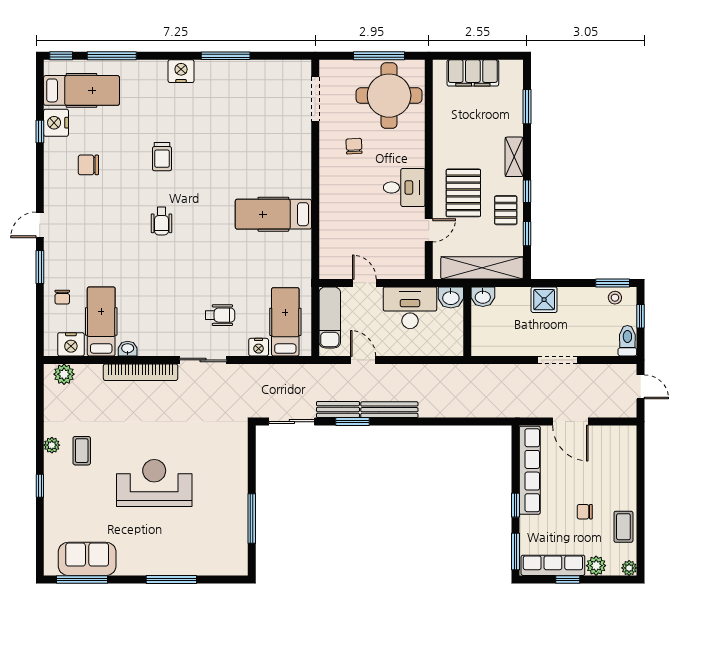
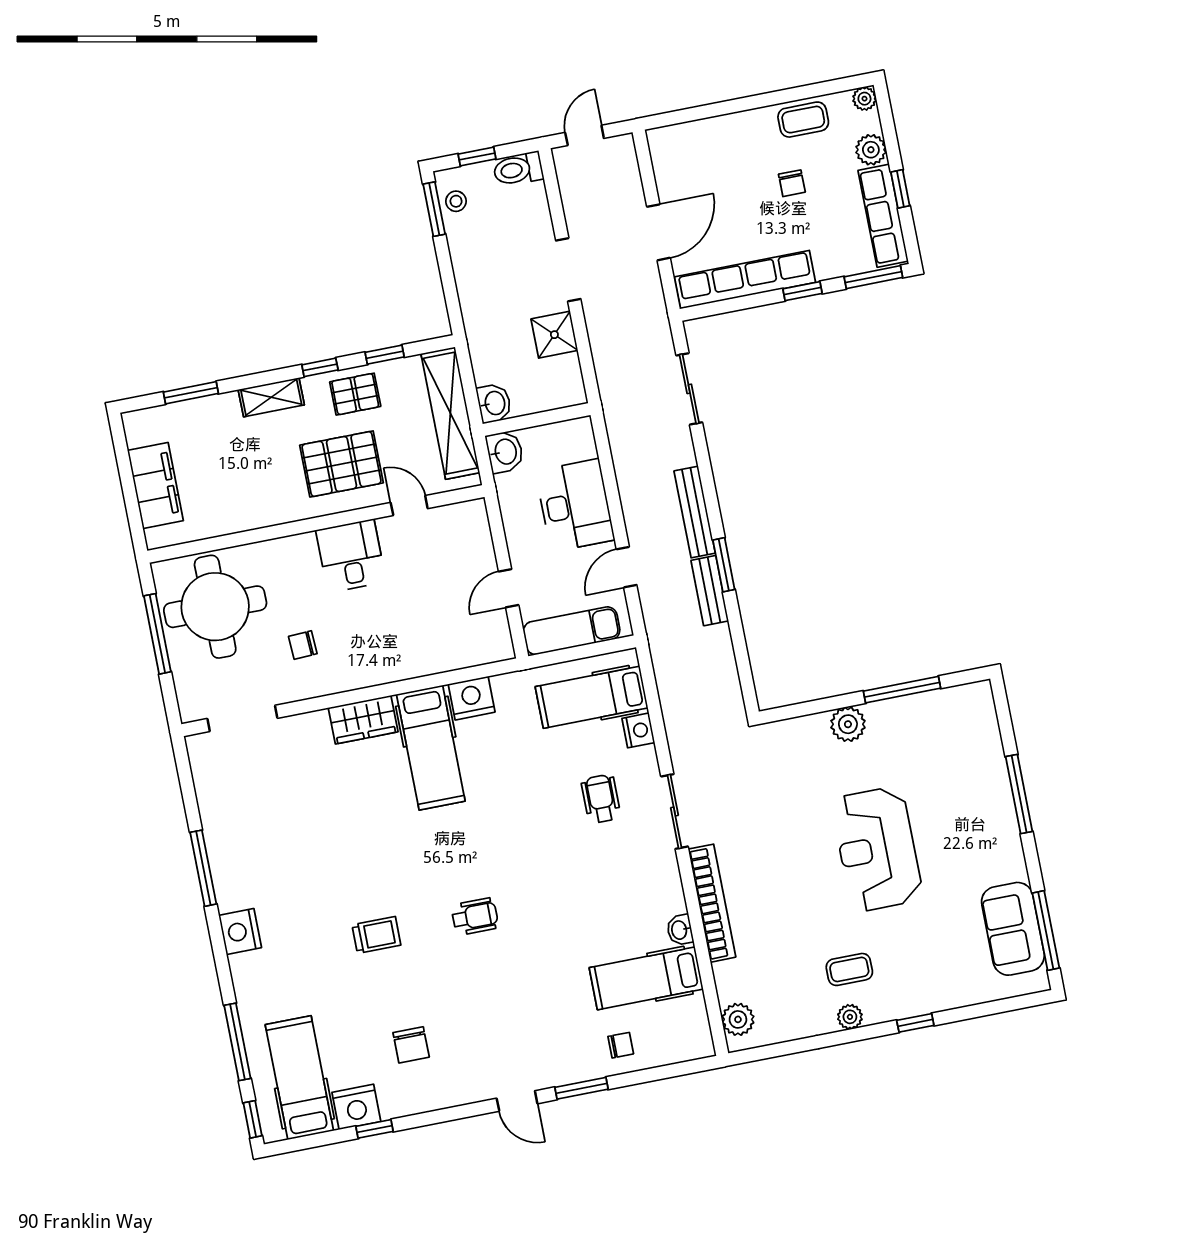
wardrobe: (299, 175) -> (363, 720), added
shower: (544, 300) -> (554, 335), moved
desk: (410, 308) -> (575, 505), moved, turned 180
nightstand: (71, 344) -> (472, 698), moved, turned -90
sliding door: (292, 422) -> (689, 389), moved
plant: (237, 480) -> (848, 724), added

